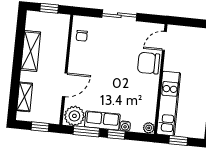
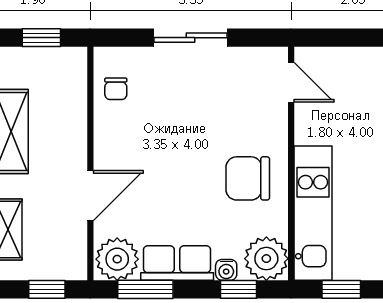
door: (164, 41) -> (291, 82), swing flipped
chair: (149, 63) -> (248, 178), moved
plant: (149, 128) -> (266, 259), width x1.88, depth x1.88
window: (116, 134) -> (238, 289), moved

